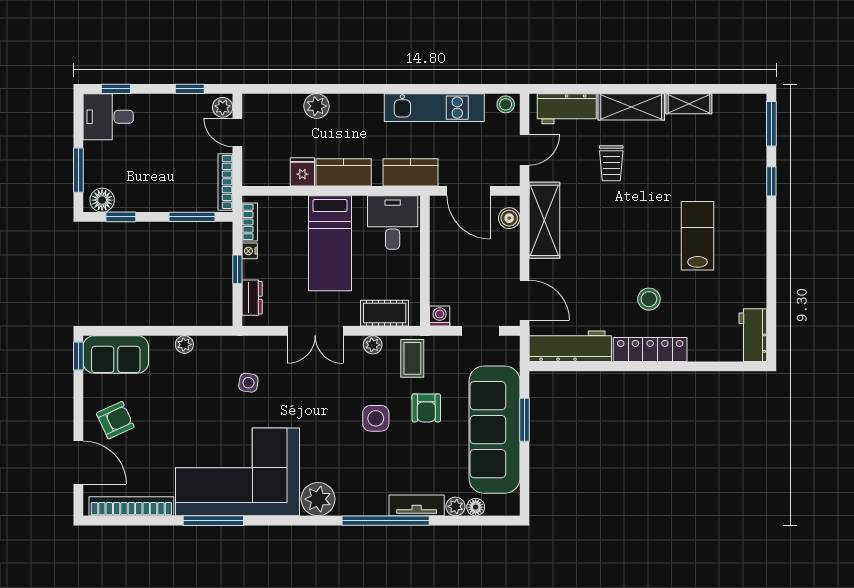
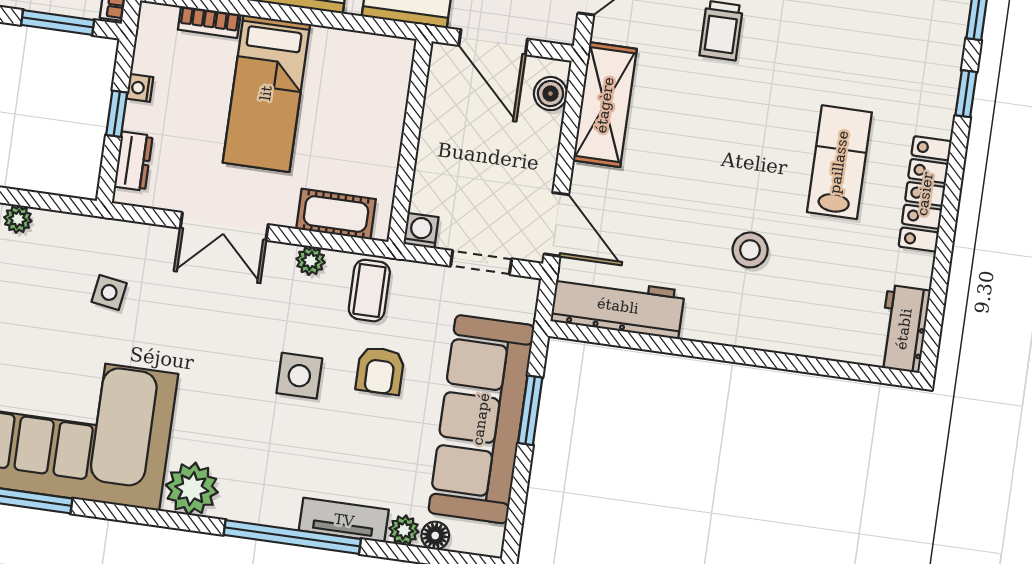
bookcase: (250, 222) -> (209, 22), moved, turned 90
desk: (393, 223) -> (368, 75), removed
locker: (650, 350) -> (925, 194), moved, turned -90

